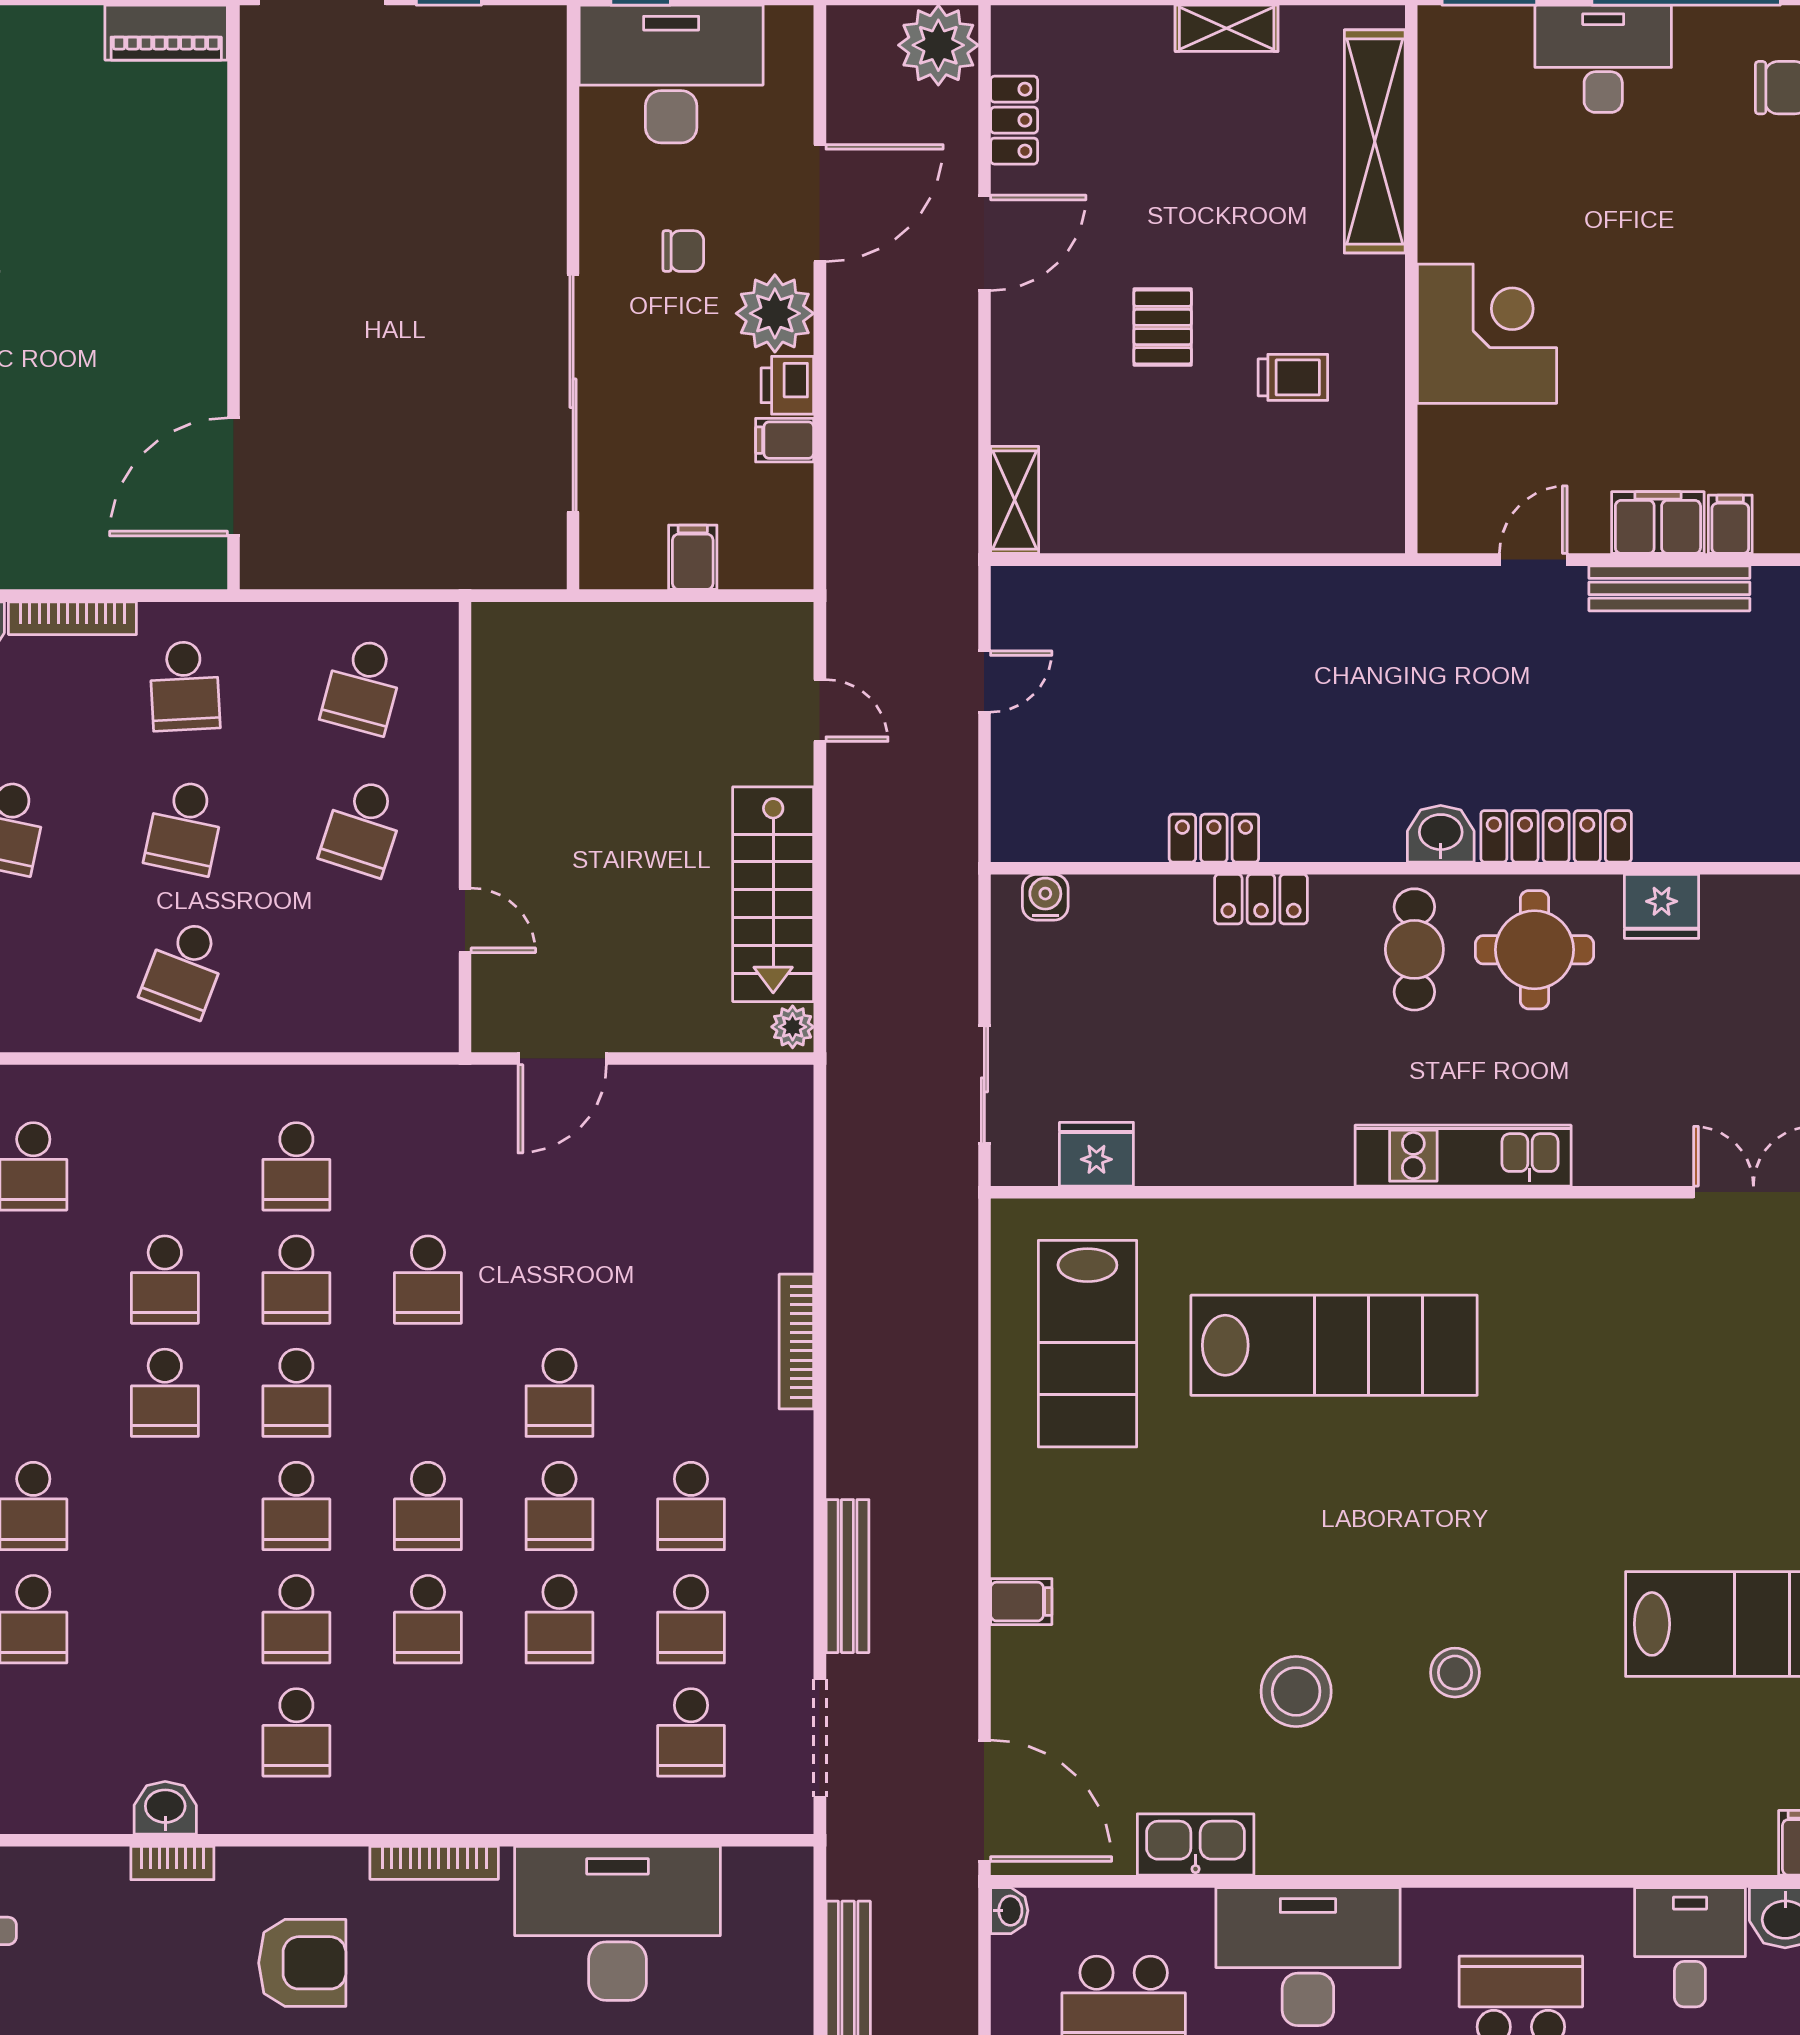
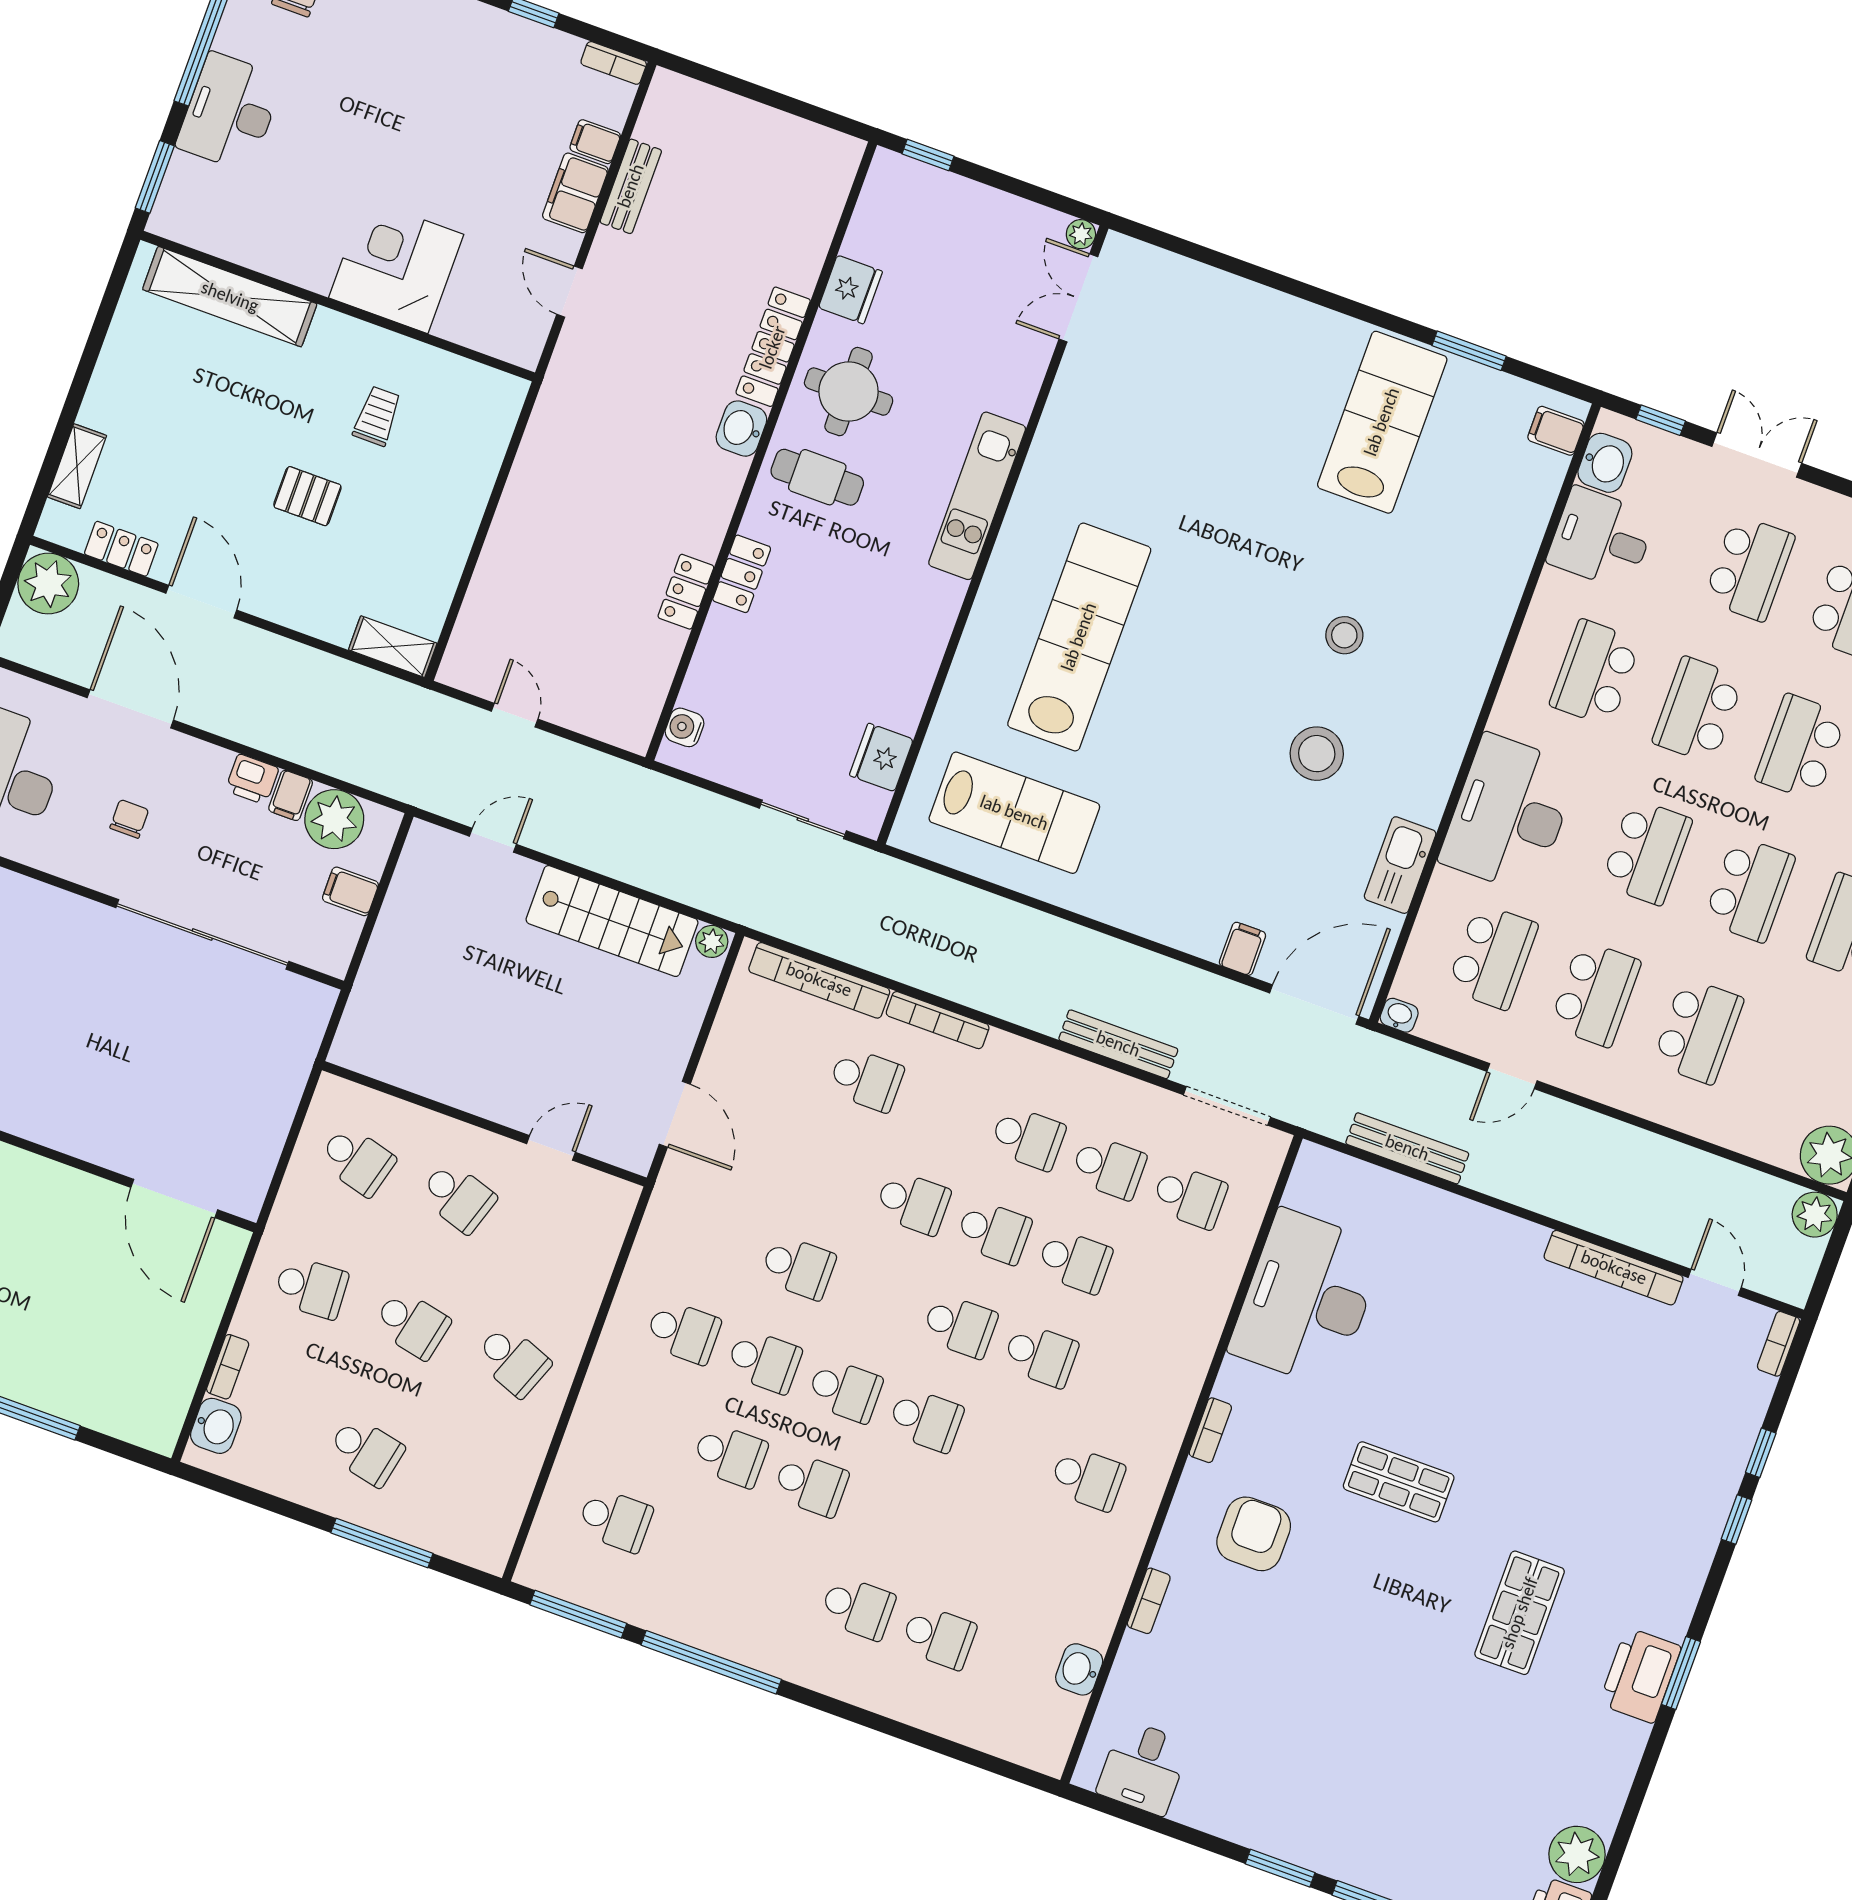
shelving: (1227, 28) -> (77, 466), moved
plant: (775, 313) -> (334, 819), moved
bench: (1669, 588) -> (631, 186), width x0.73
bookcase: (72, 618) -> (228, 1367), width x0.64
bookcase: (793, 1177) -> (819, 980), added
filing cabinet: (1021, 1602) -> (1242, 949), moved
school desk: (296, 1619) -> (866, 1079), moved
washbasin: (165, 1808) -> (1079, 1669), moved
bookcase: (434, 1863) -> (1210, 1430), width x0.64

